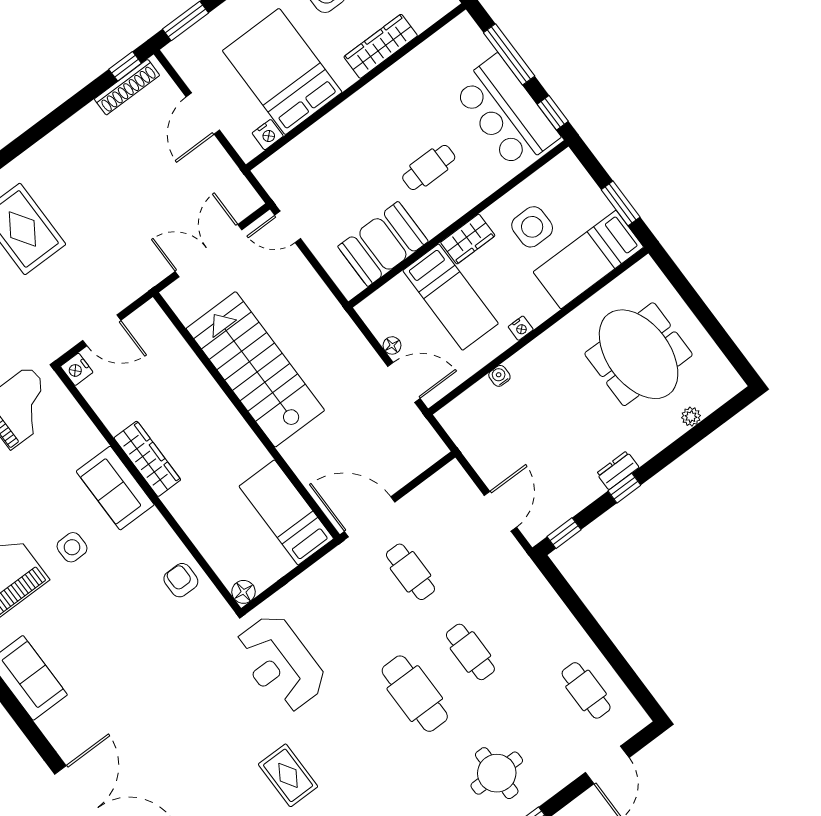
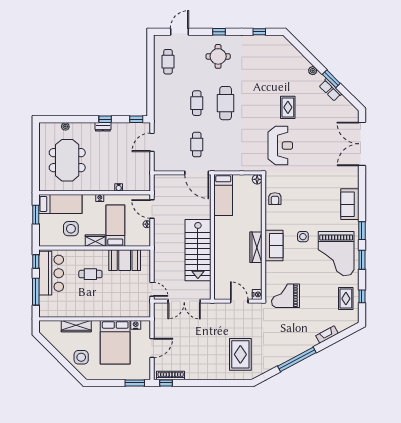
reception desk: (280, 663) -> (280, 146), moved

